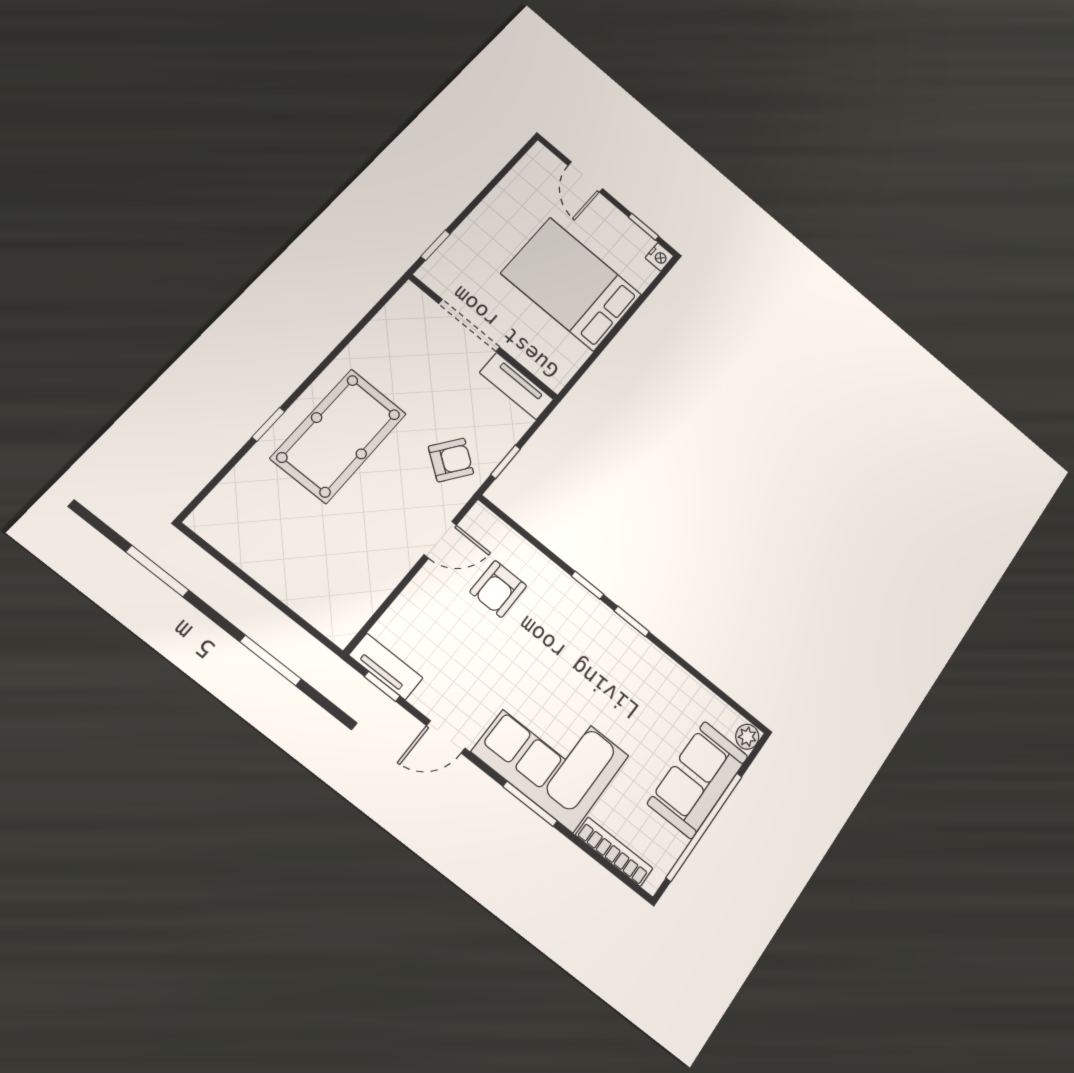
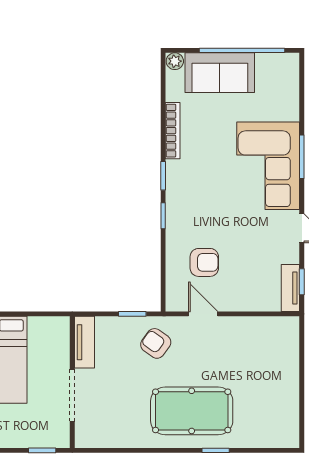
bookcase: (614, 852) -> (173, 131), moved, turned 180

